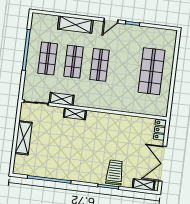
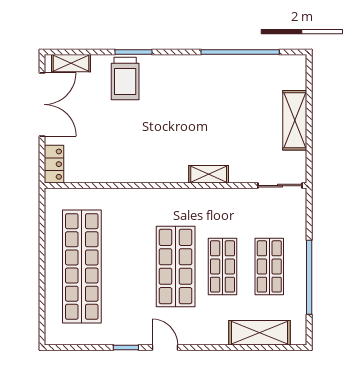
door: (111, 21) -> (165, 347), hinge flipped
shelving: (75, 25) -> (260, 333), moved
shop shelf: (100, 65) -> (176, 266), width x1.43, depth x1.36
shop shelf: (151, 71) -> (82, 266), width x1.40
shelving: (62, 99) -> (236, 198), removed

